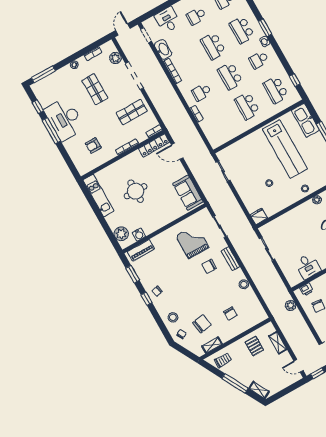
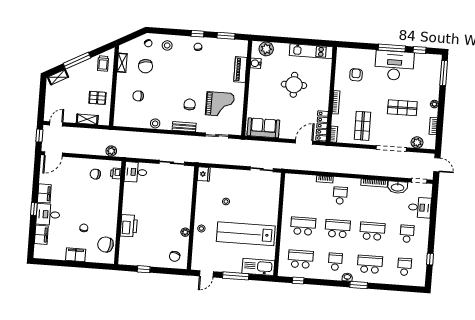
piano: (141, 250) -> (240, 70), moved
desk: (308, 266) -> (136, 172), moved

